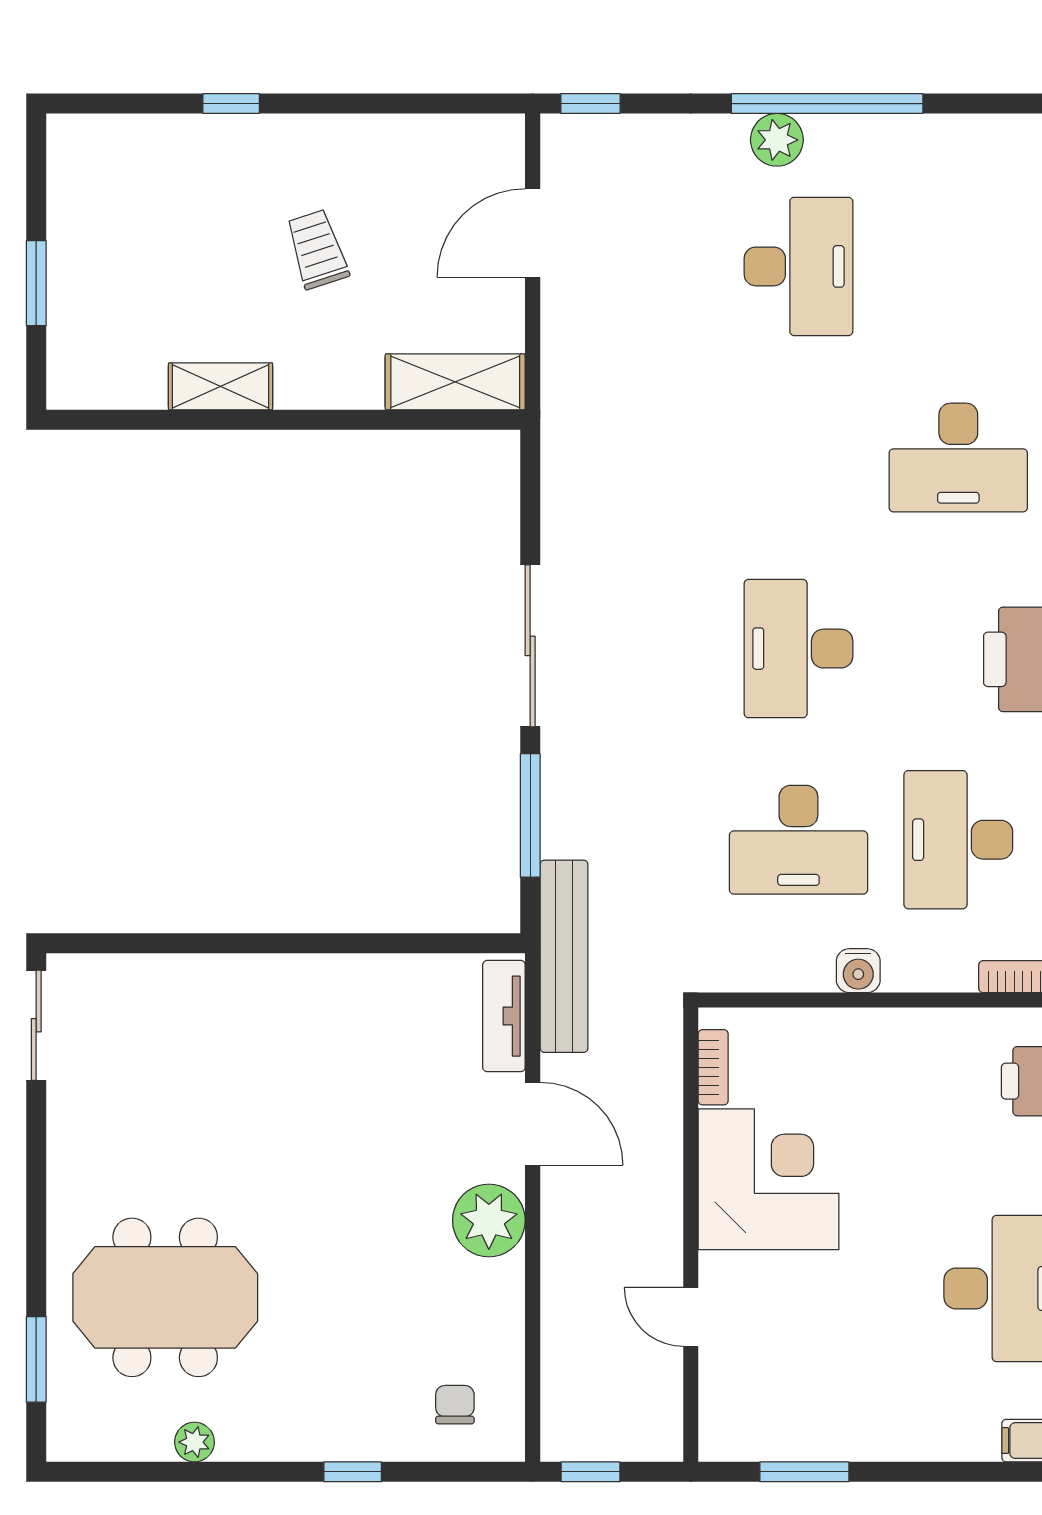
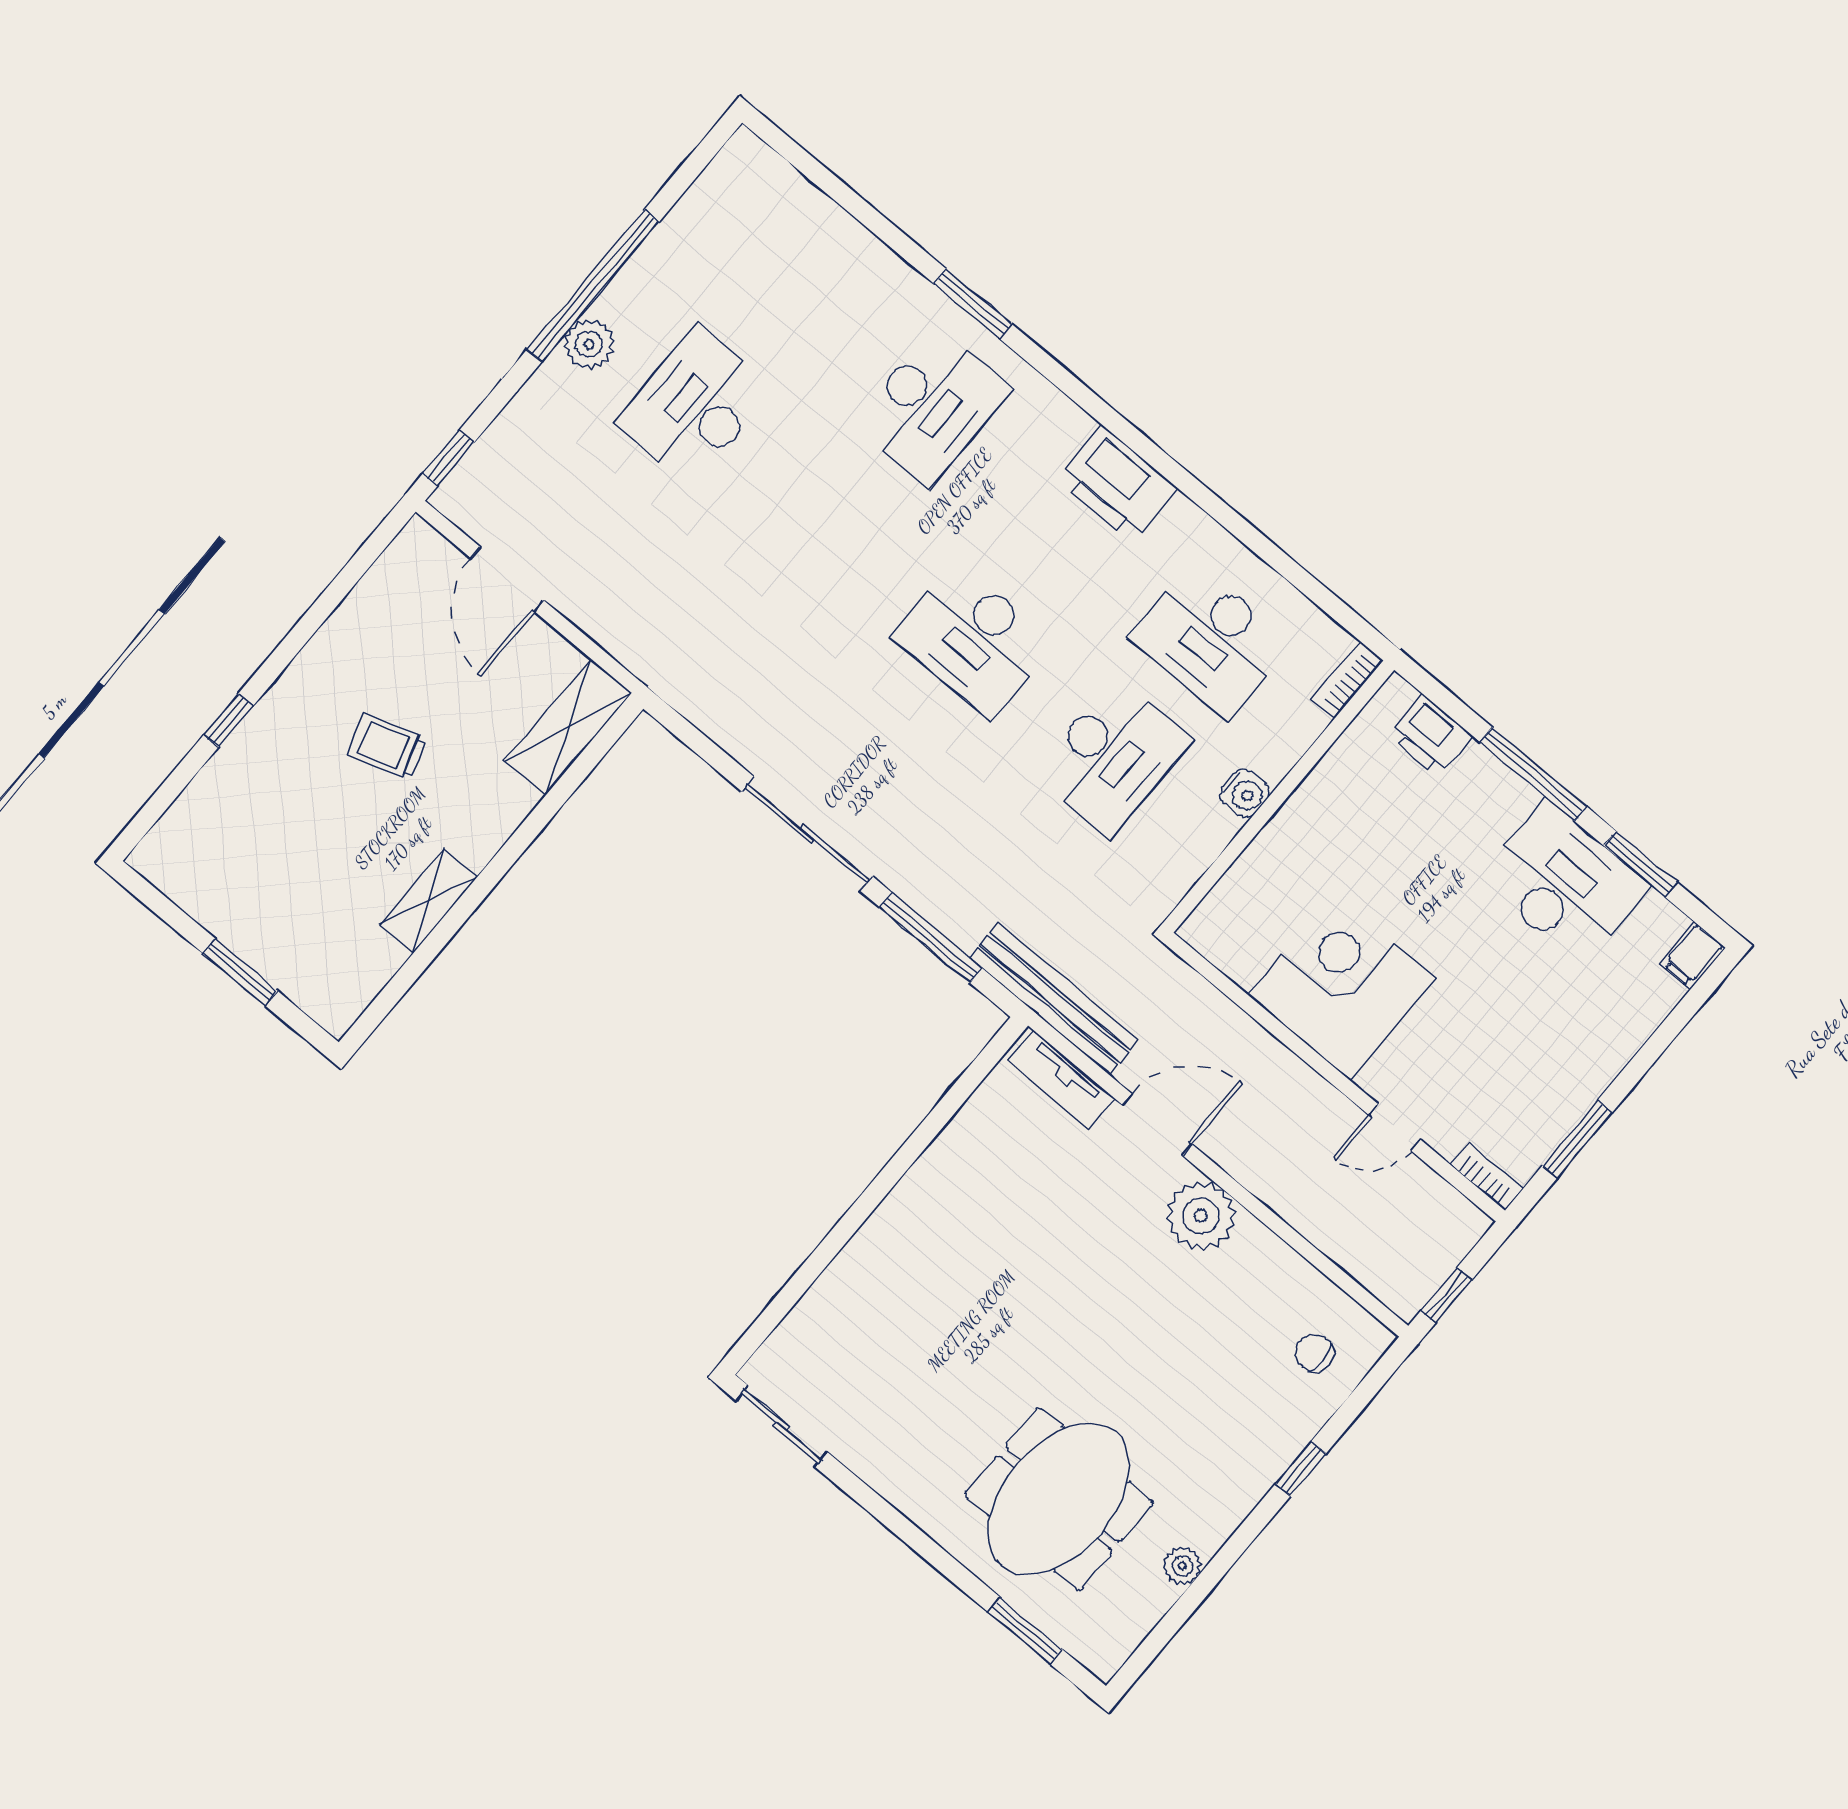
desk: (798, 266) -> (695, 406), turned -90
bookcase: (713, 1067) -> (1487, 1177), moved

